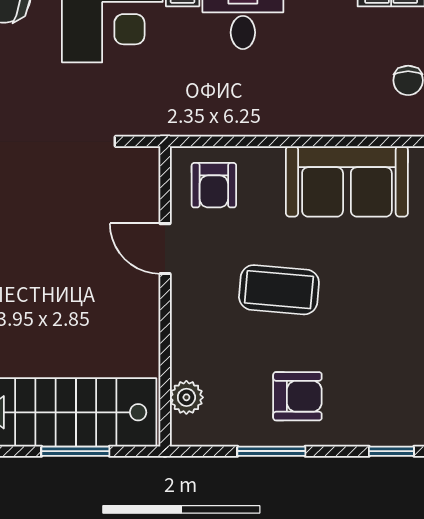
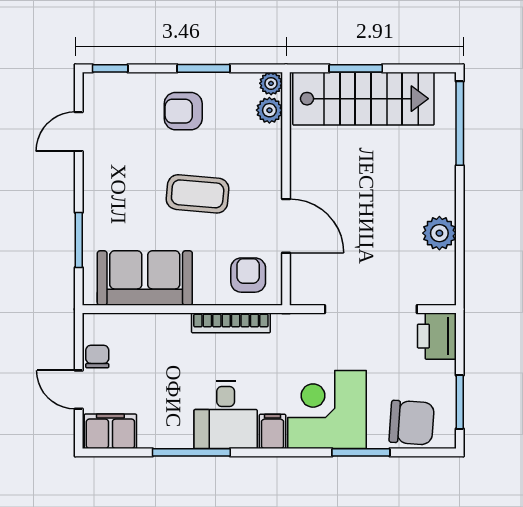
bookcase: (236, 124) -> (231, 323), added
door: (165, 249) -> (286, 226), width x1.38
plant: (184, 432) -> (271, 83), added

